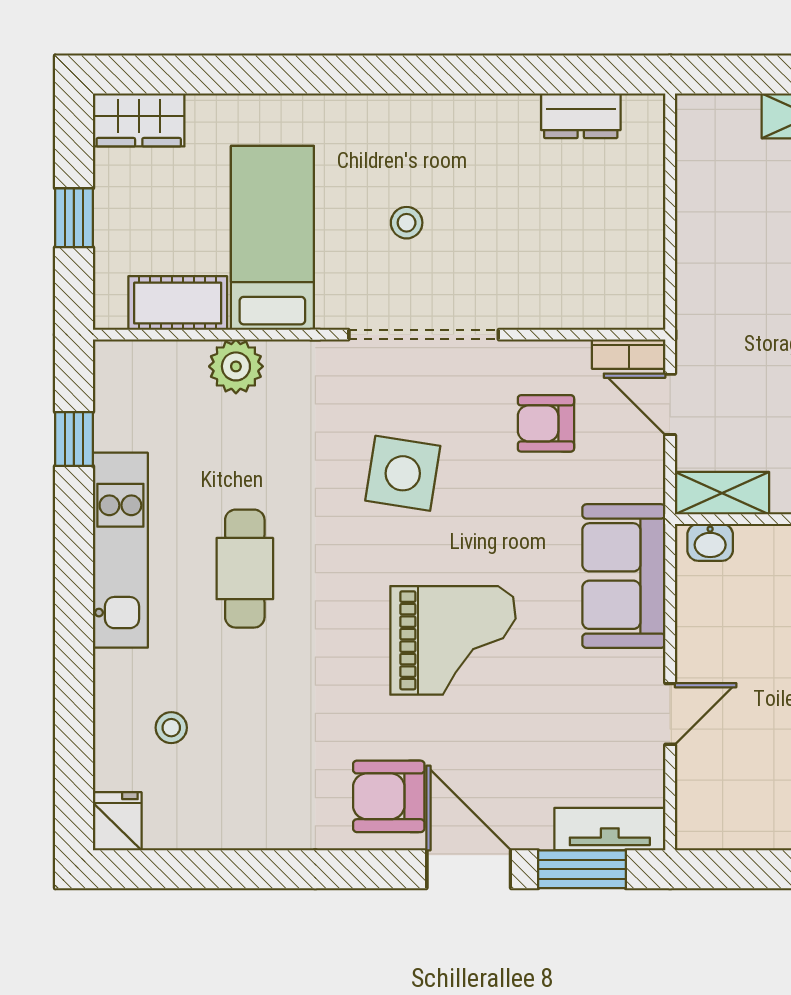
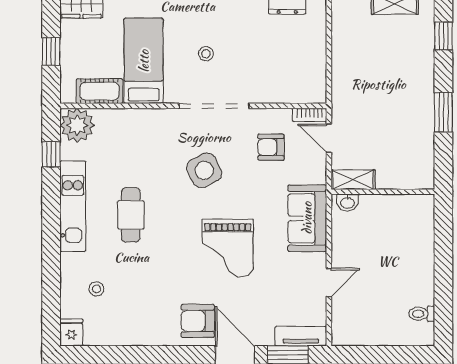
plant: (236, 366) -> (77, 125), moved, width x1.36, depth x1.36
side table: (403, 473) -> (204, 170), turned -36
grand piano: (453, 640) -> (228, 248), turned 90

